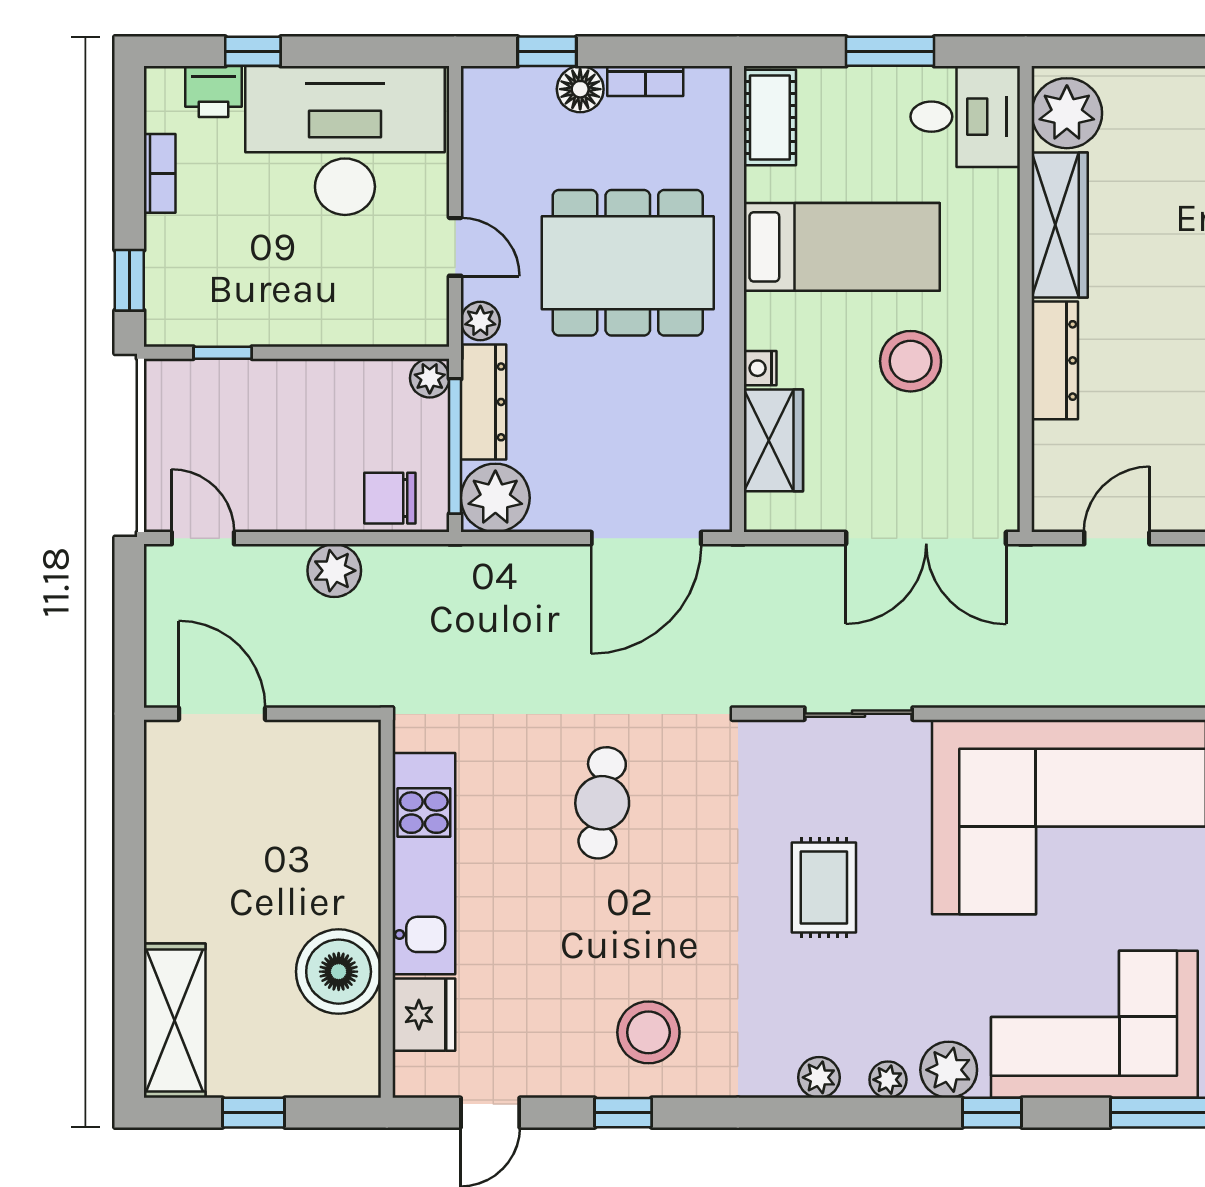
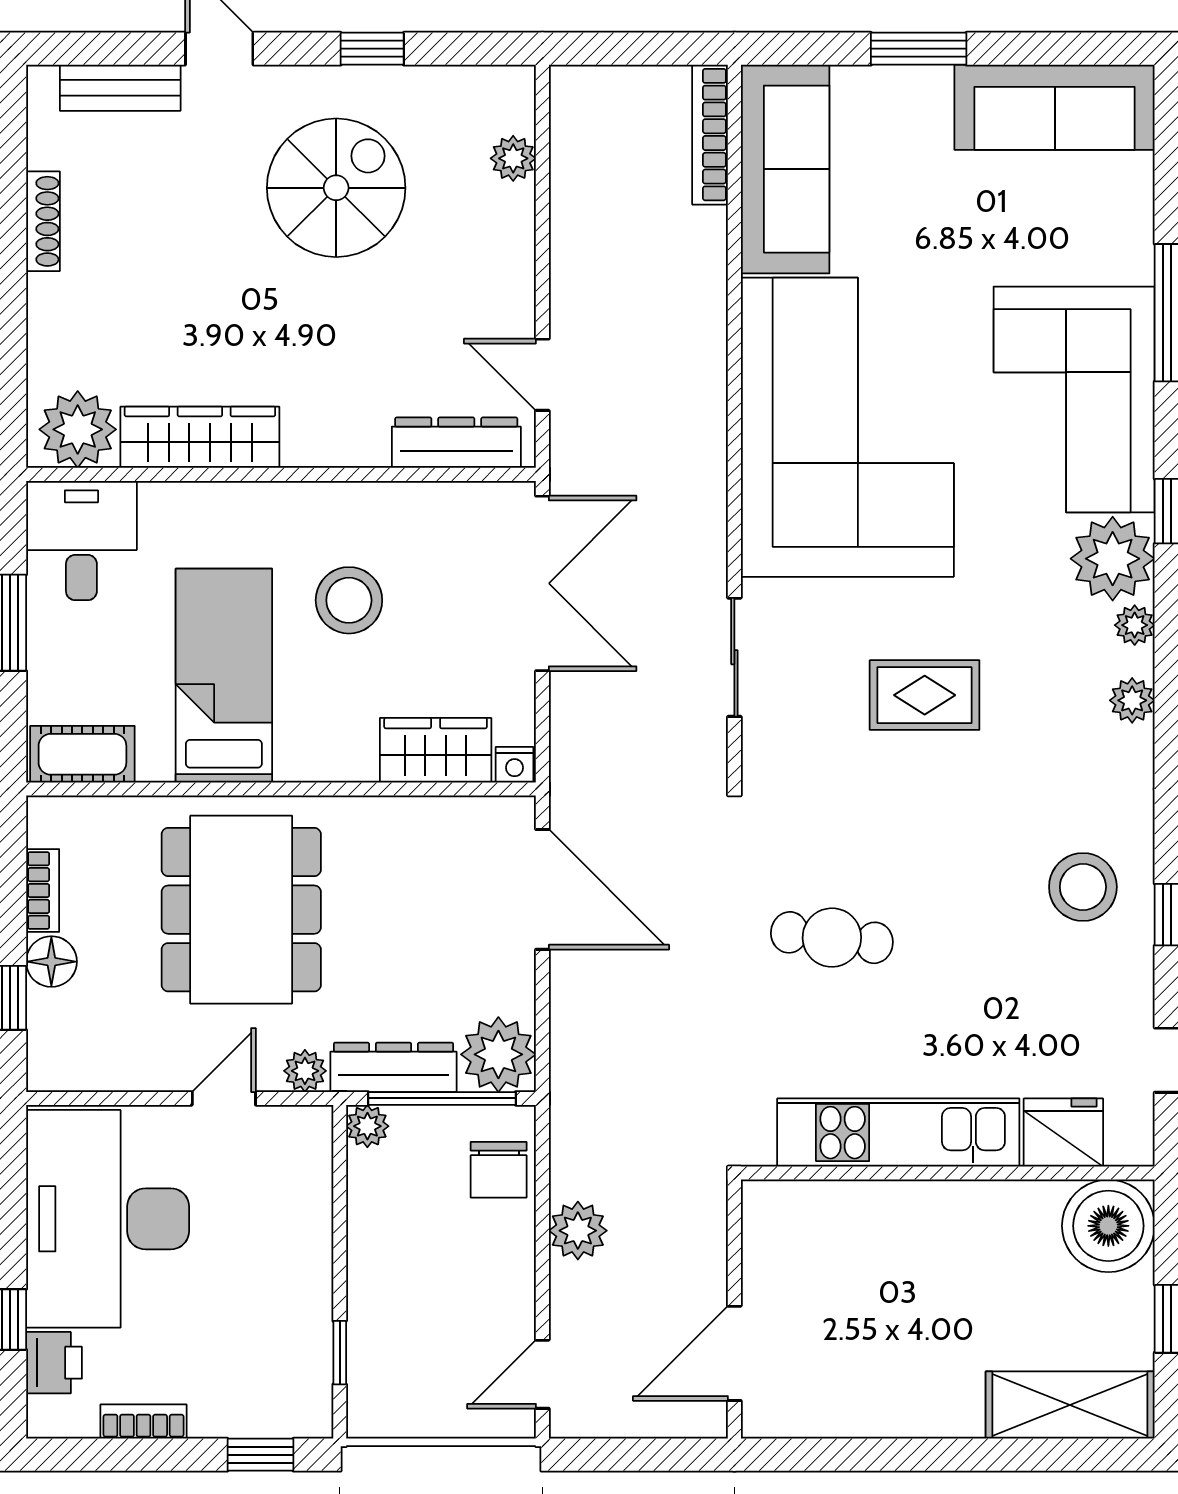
dresser: (1055, 360) -> (456, 443), moved
nightstand: (760, 368) -> (515, 765), moved
boiler: (339, 972) -> (1108, 1226), moved
plant: (949, 1070) -> (1113, 559), width x1.36, depth x1.36

